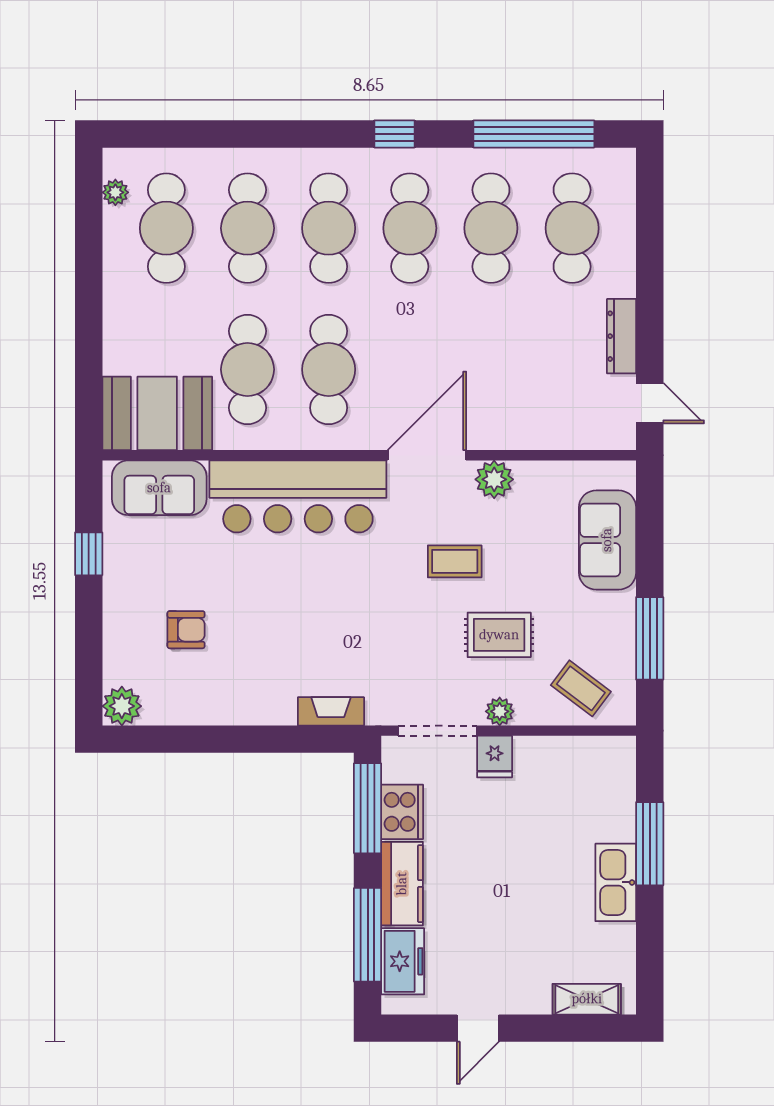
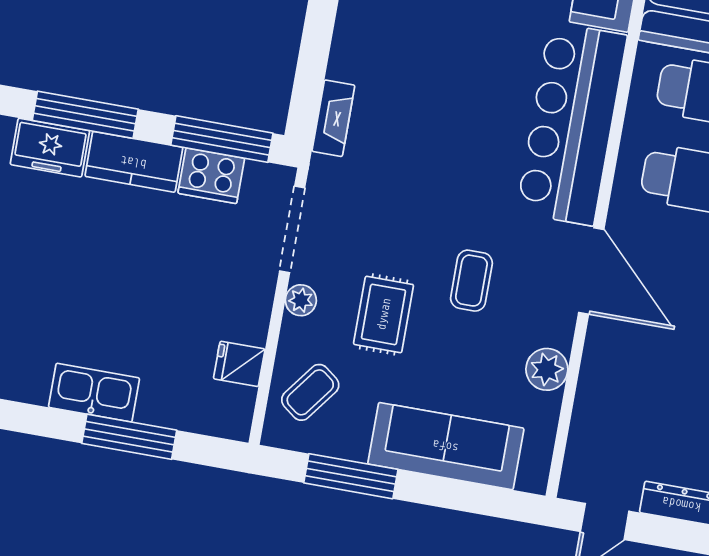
plant: (494, 479) -> (547, 369), moved
sofa: (607, 540) -> (446, 446), width x1.36
fridge: (495, 757) -> (239, 364), moved

